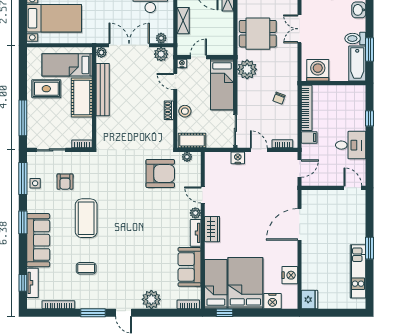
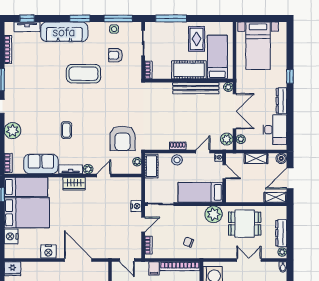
dining table: (258, 34) -> (245, 224), turned 90
coffee table: (86, 268) -> (66, 130), moved
nightstand: (290, 275) -> (48, 252), moved

